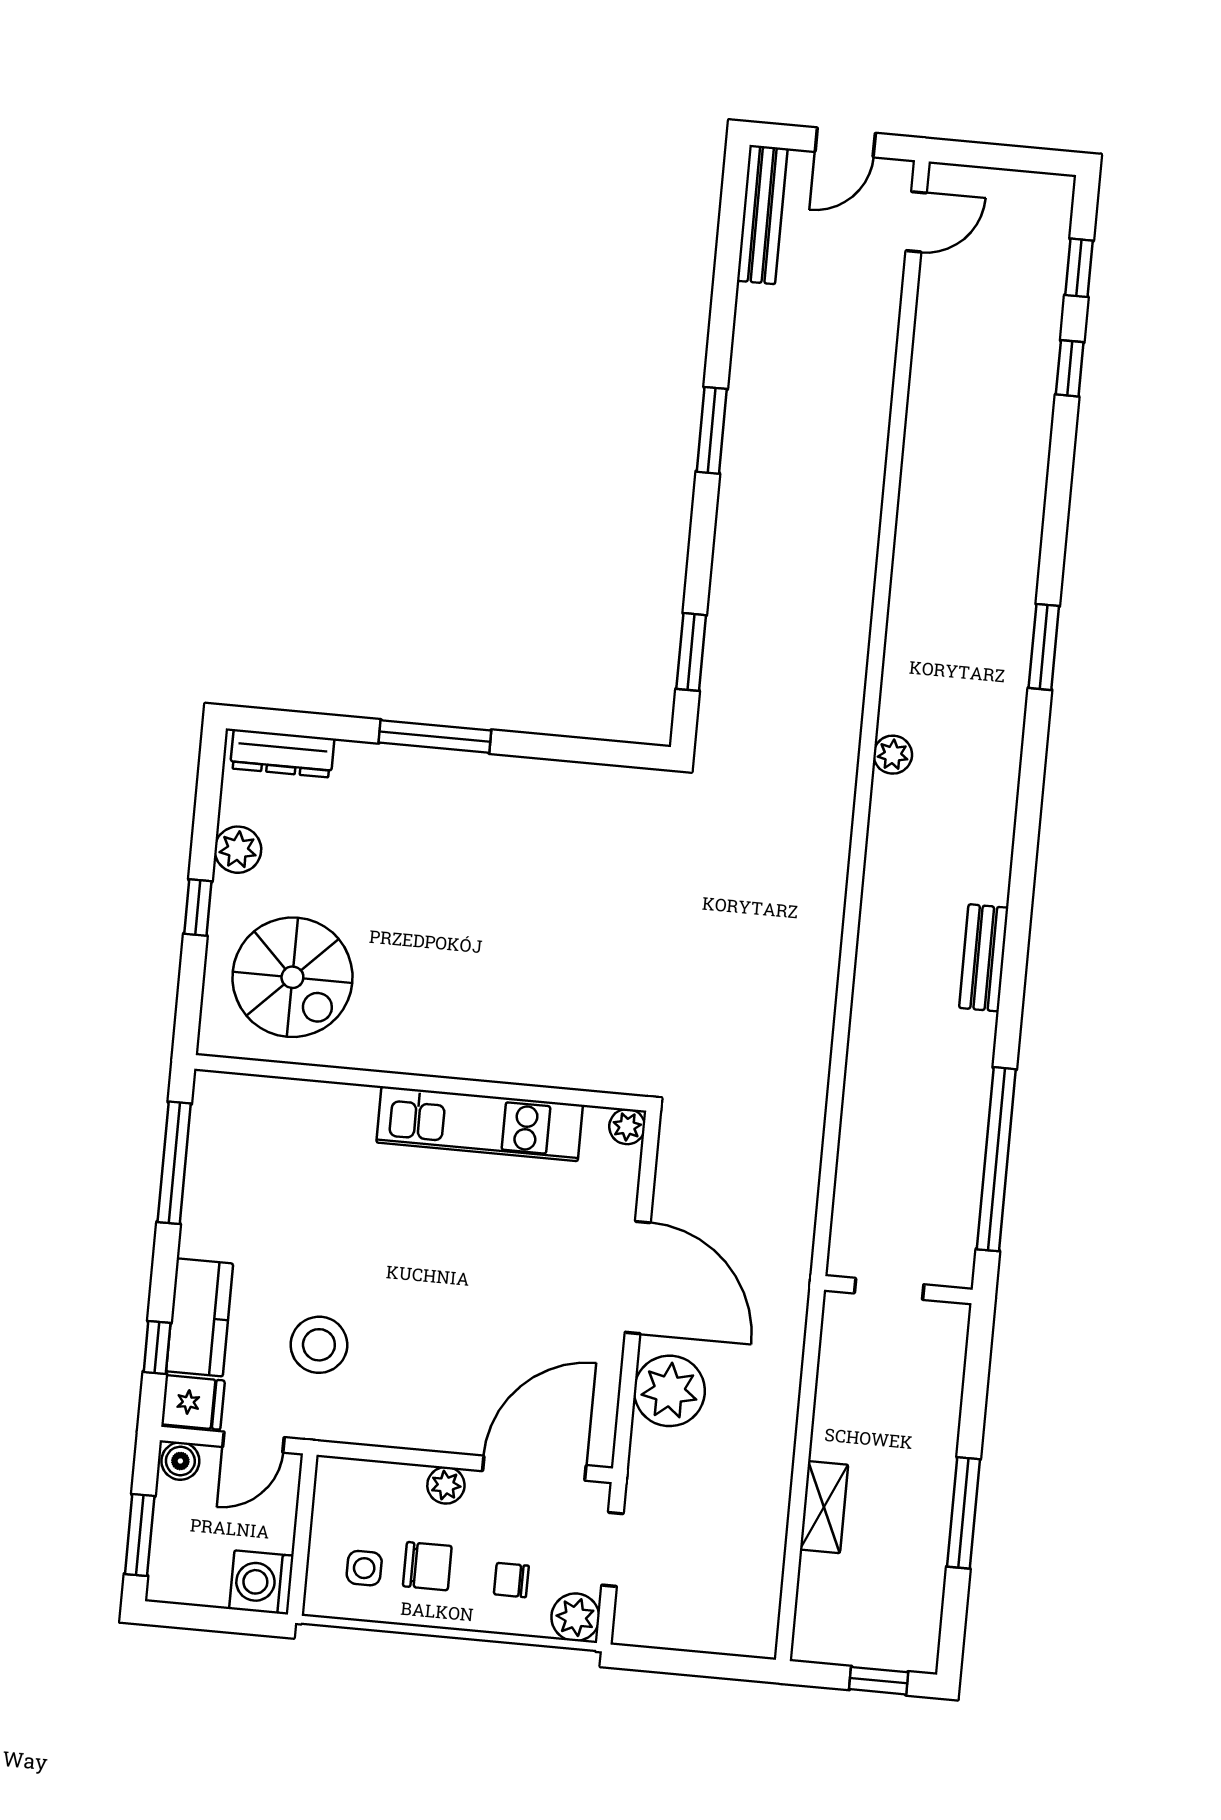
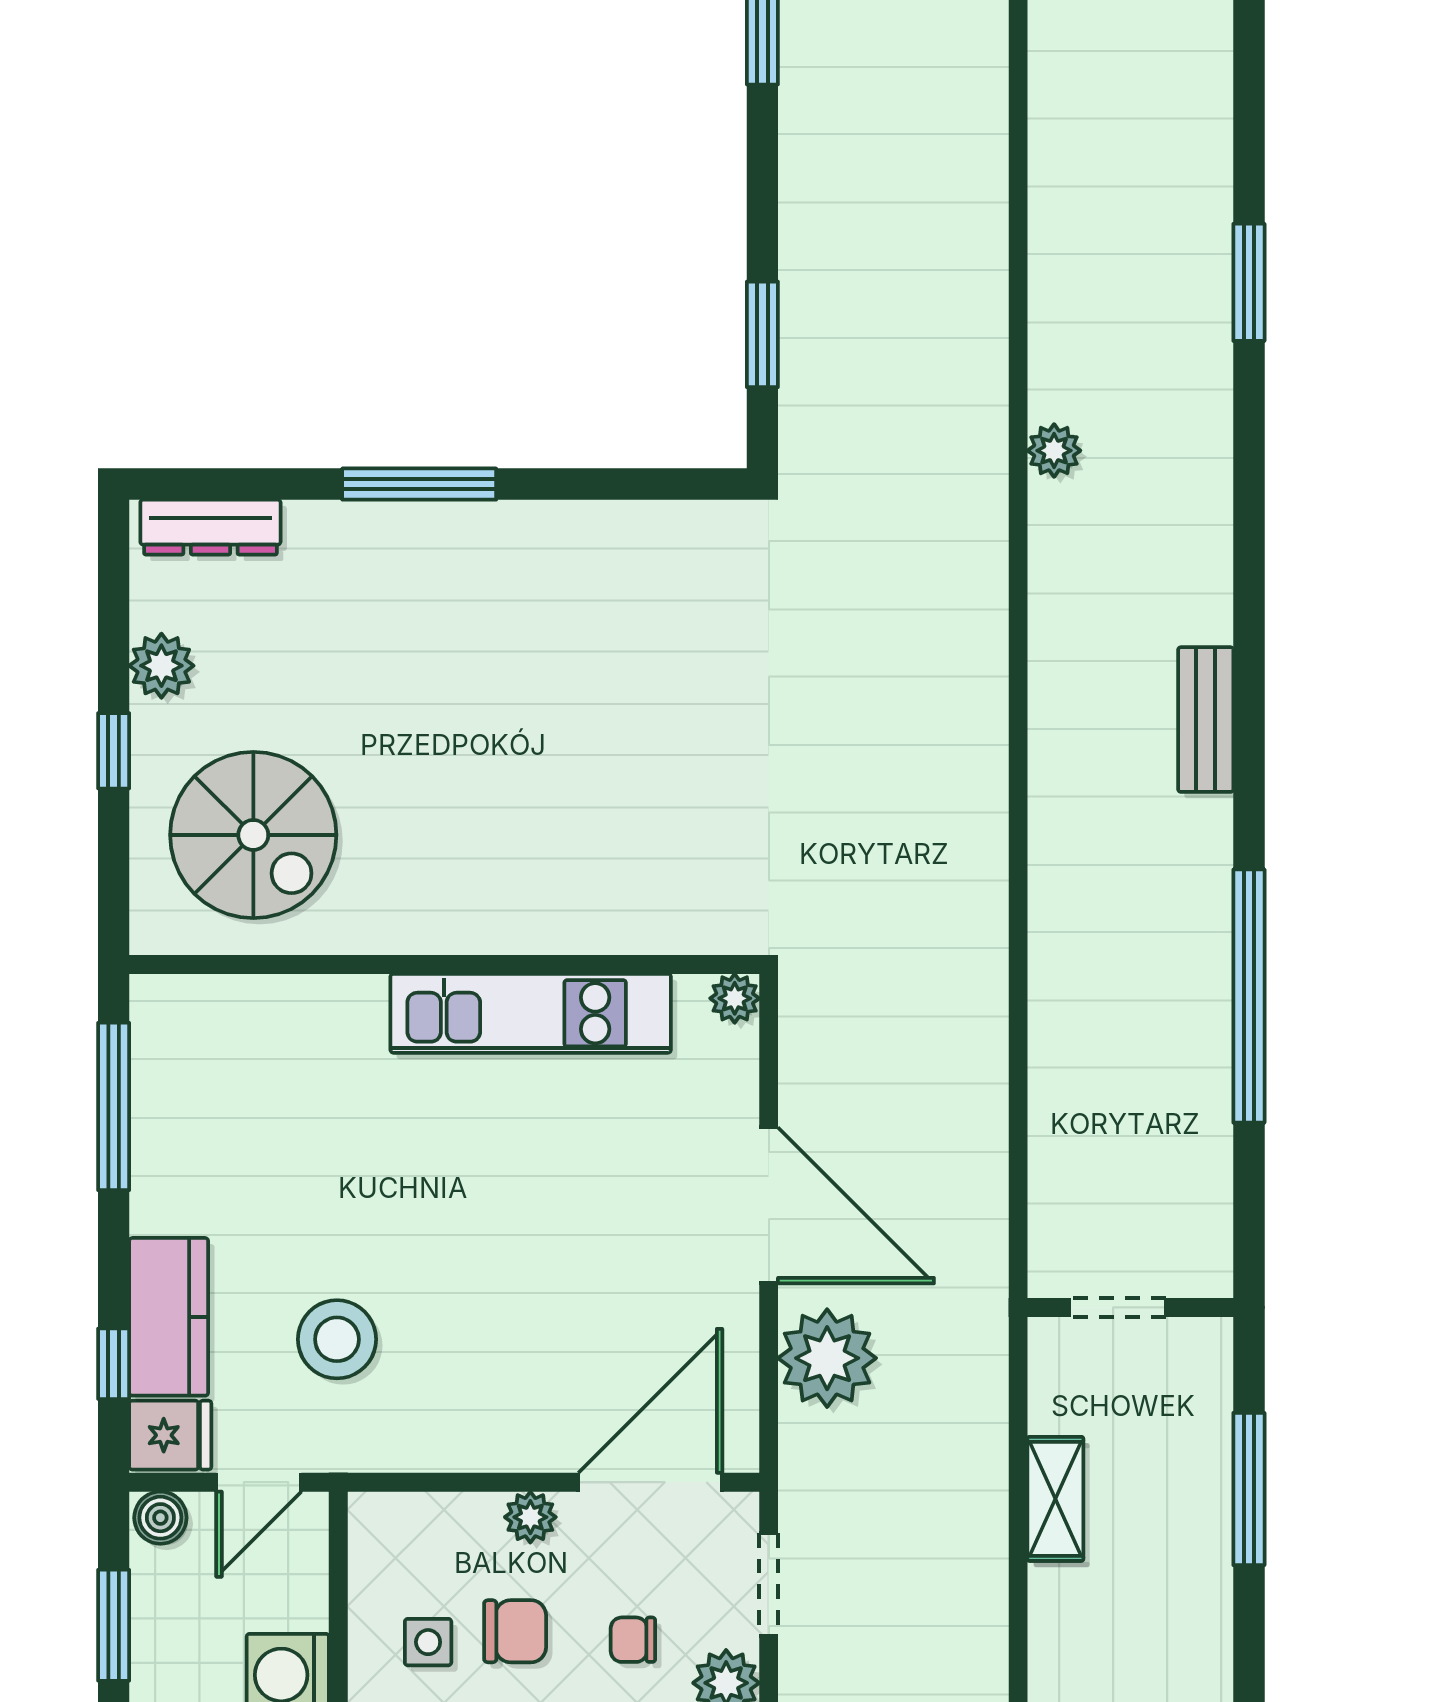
doorway: (889, 1289) -> (1117, 1307), moved
wall: (898, 1290) -> (1130, 1307), moved

